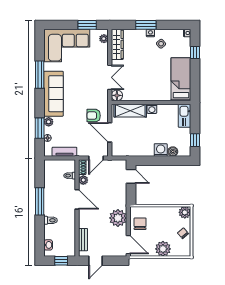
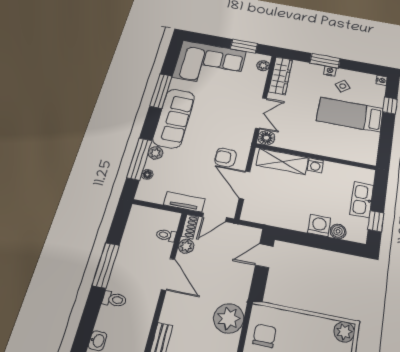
bed: (181, 79) -> (350, 115), moved, turned -90
kitchen sink: (185, 116) -> (362, 200), moved
window: (40, 128) -> (139, 159), width x1.44
tv unit: (64, 152) -> (184, 202), moved
door: (131, 176) -> (264, 256), swing flipped

